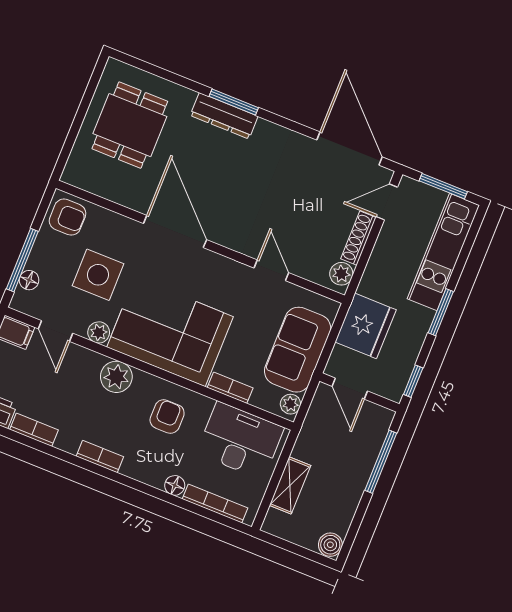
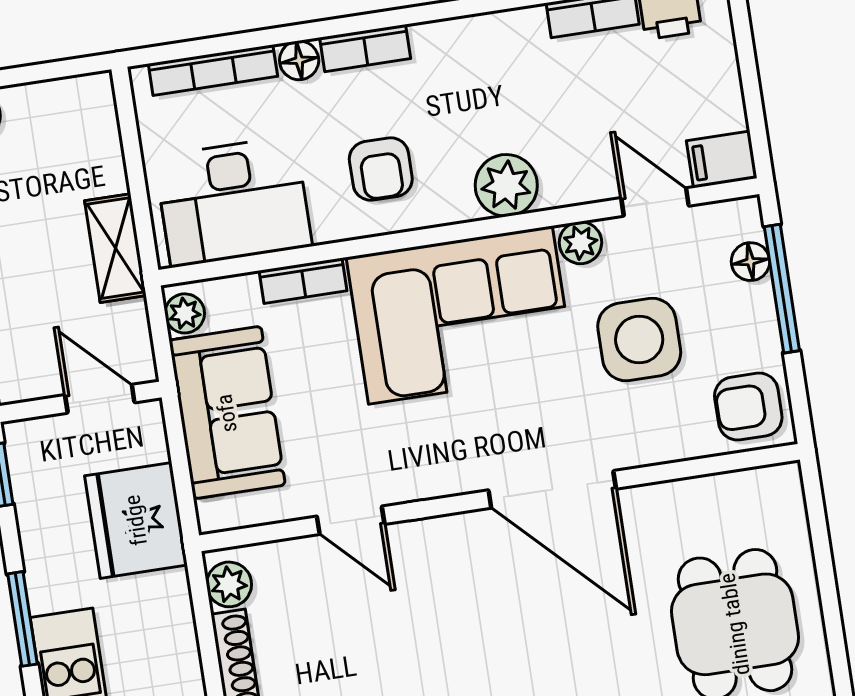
bookcase: (100, 456) -> (365, 48), moved
shelving: (290, 485) -> (115, 248), moved

